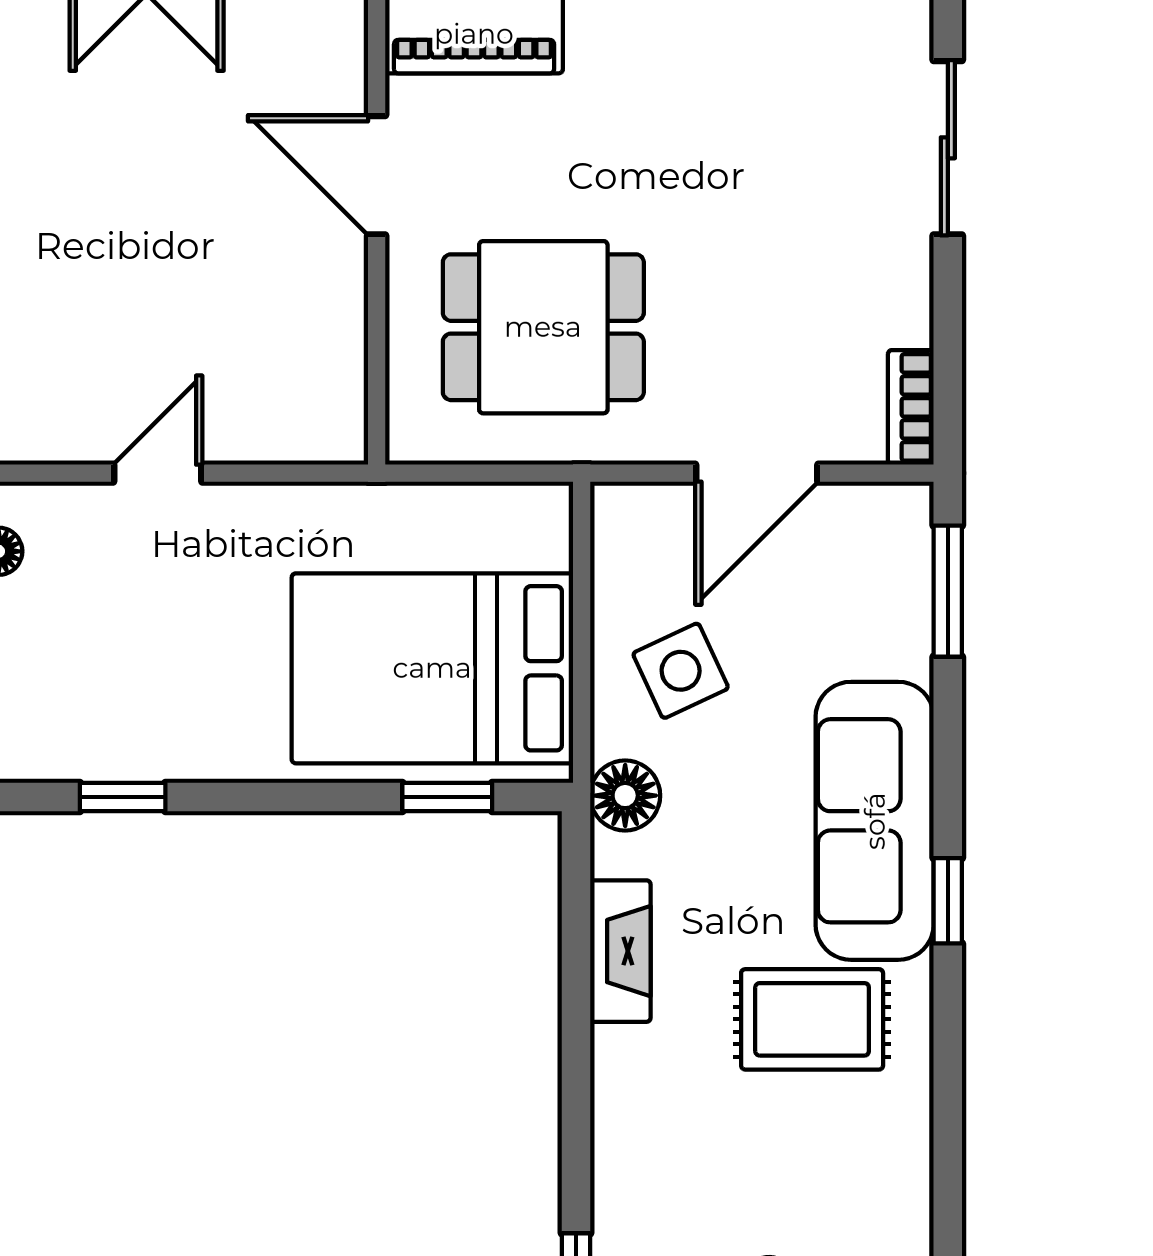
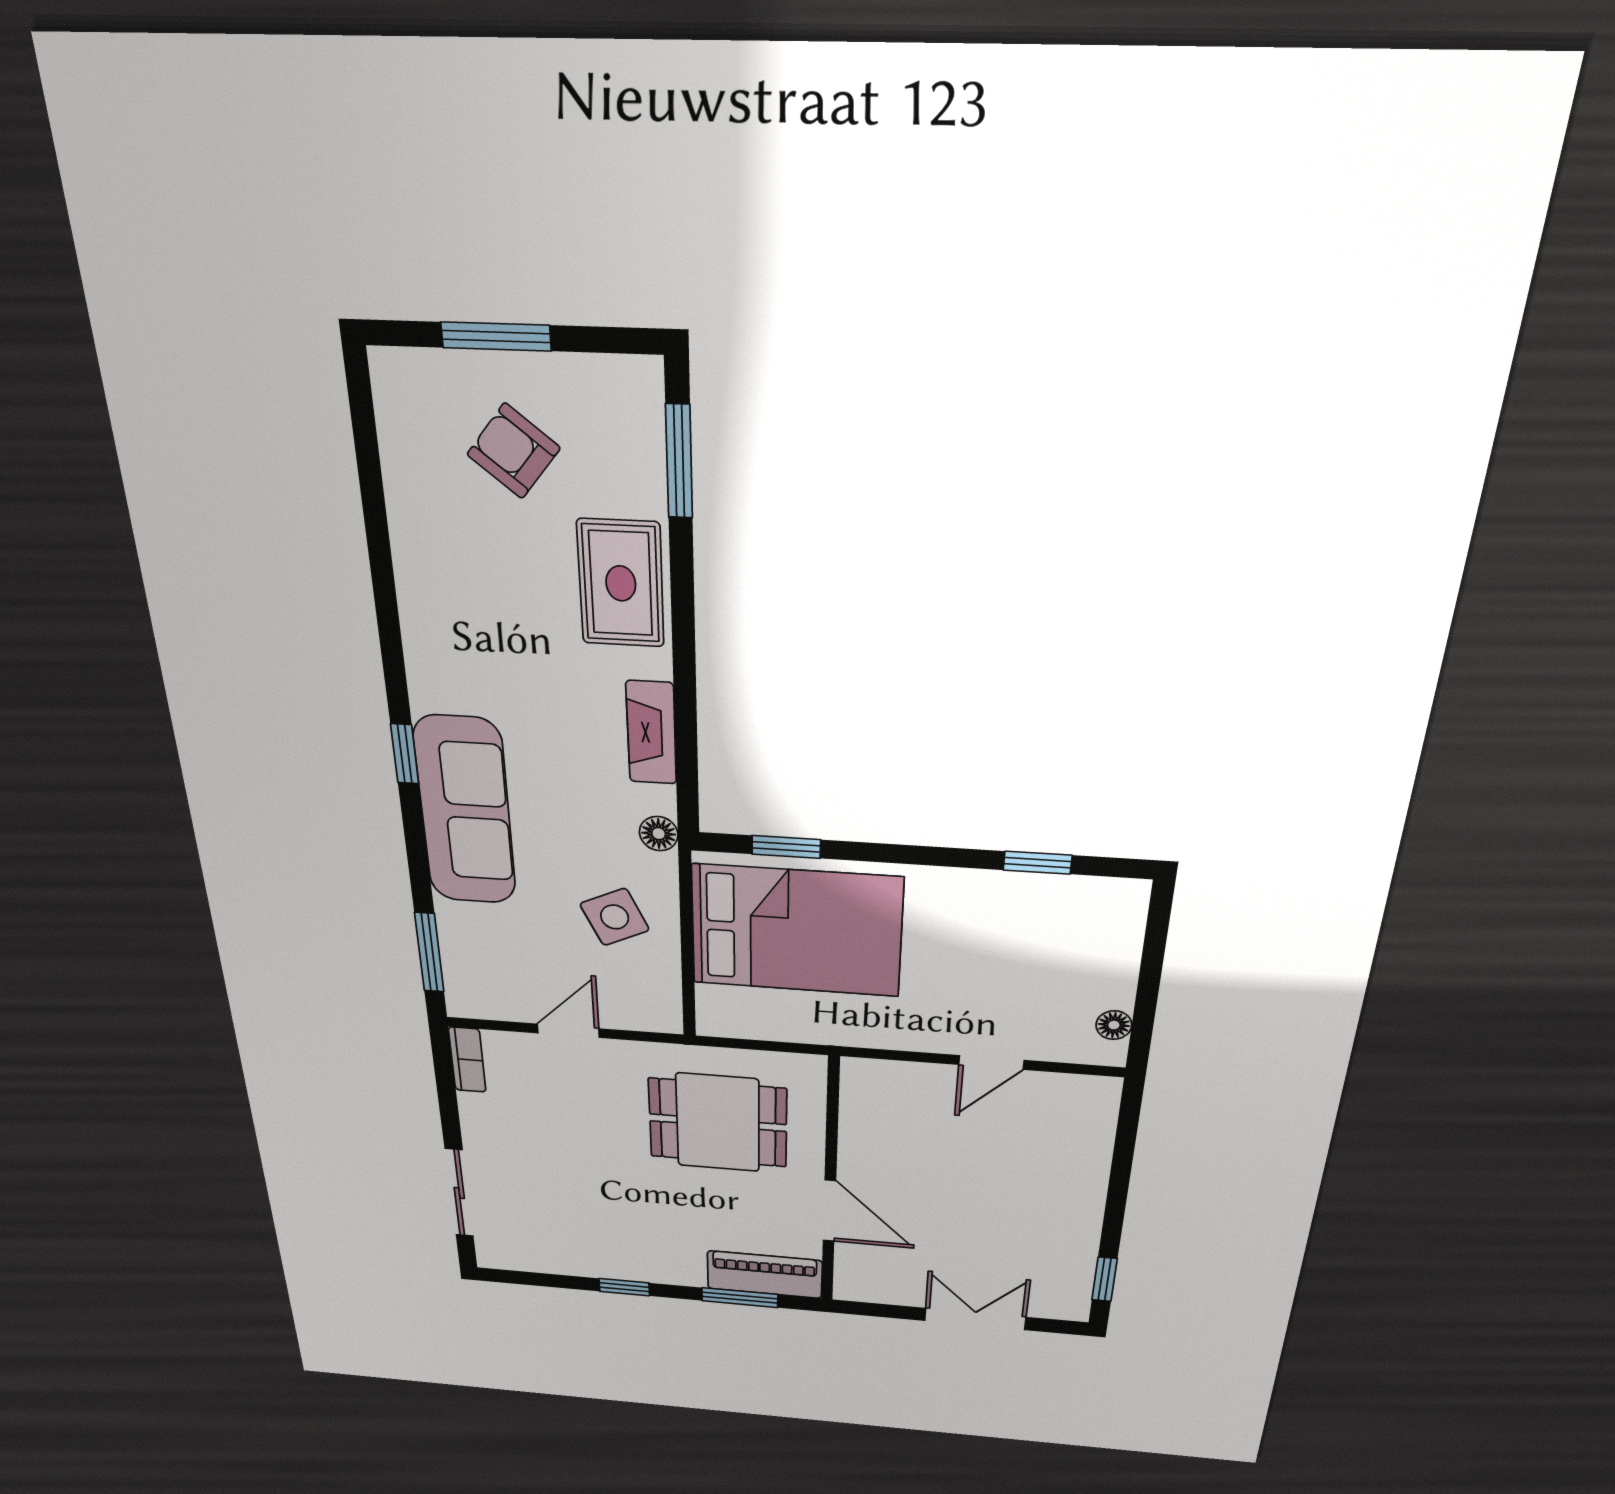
door: (757, 473) -> (568, 1031), width x0.73
floor lamp: (625, 796) -> (659, 834), width x0.73, depth x0.73
rug: (812, 1019) -> (621, 583), moved, turned 90

